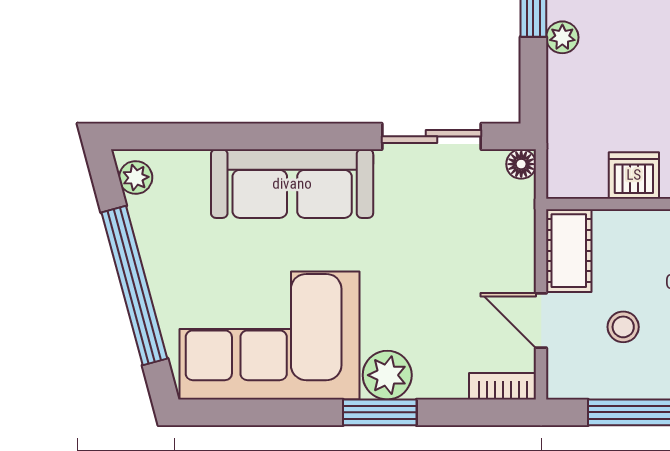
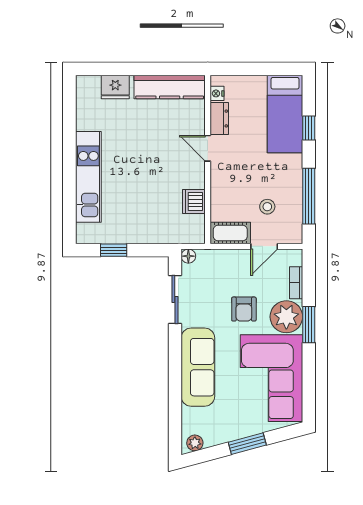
plant: (562, 37) -> (127, 236), removed
armchair: (412, 279) -> (244, 309), added
window: (134, 285) -> (247, 444), width x0.47
plant: (387, 375) -> (286, 317), width x1.36, depth x1.36
bookcase: (503, 386) -> (296, 283), moved

